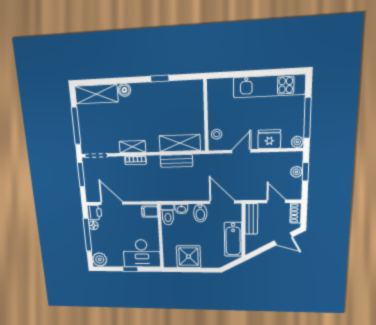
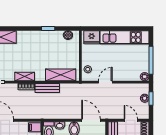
boiler: (124, 90) -> (68, 35), moved
fridge: (269, 139) -> (92, 37), moved, turned 180
bench: (176, 161) -> (47, 88), moved

